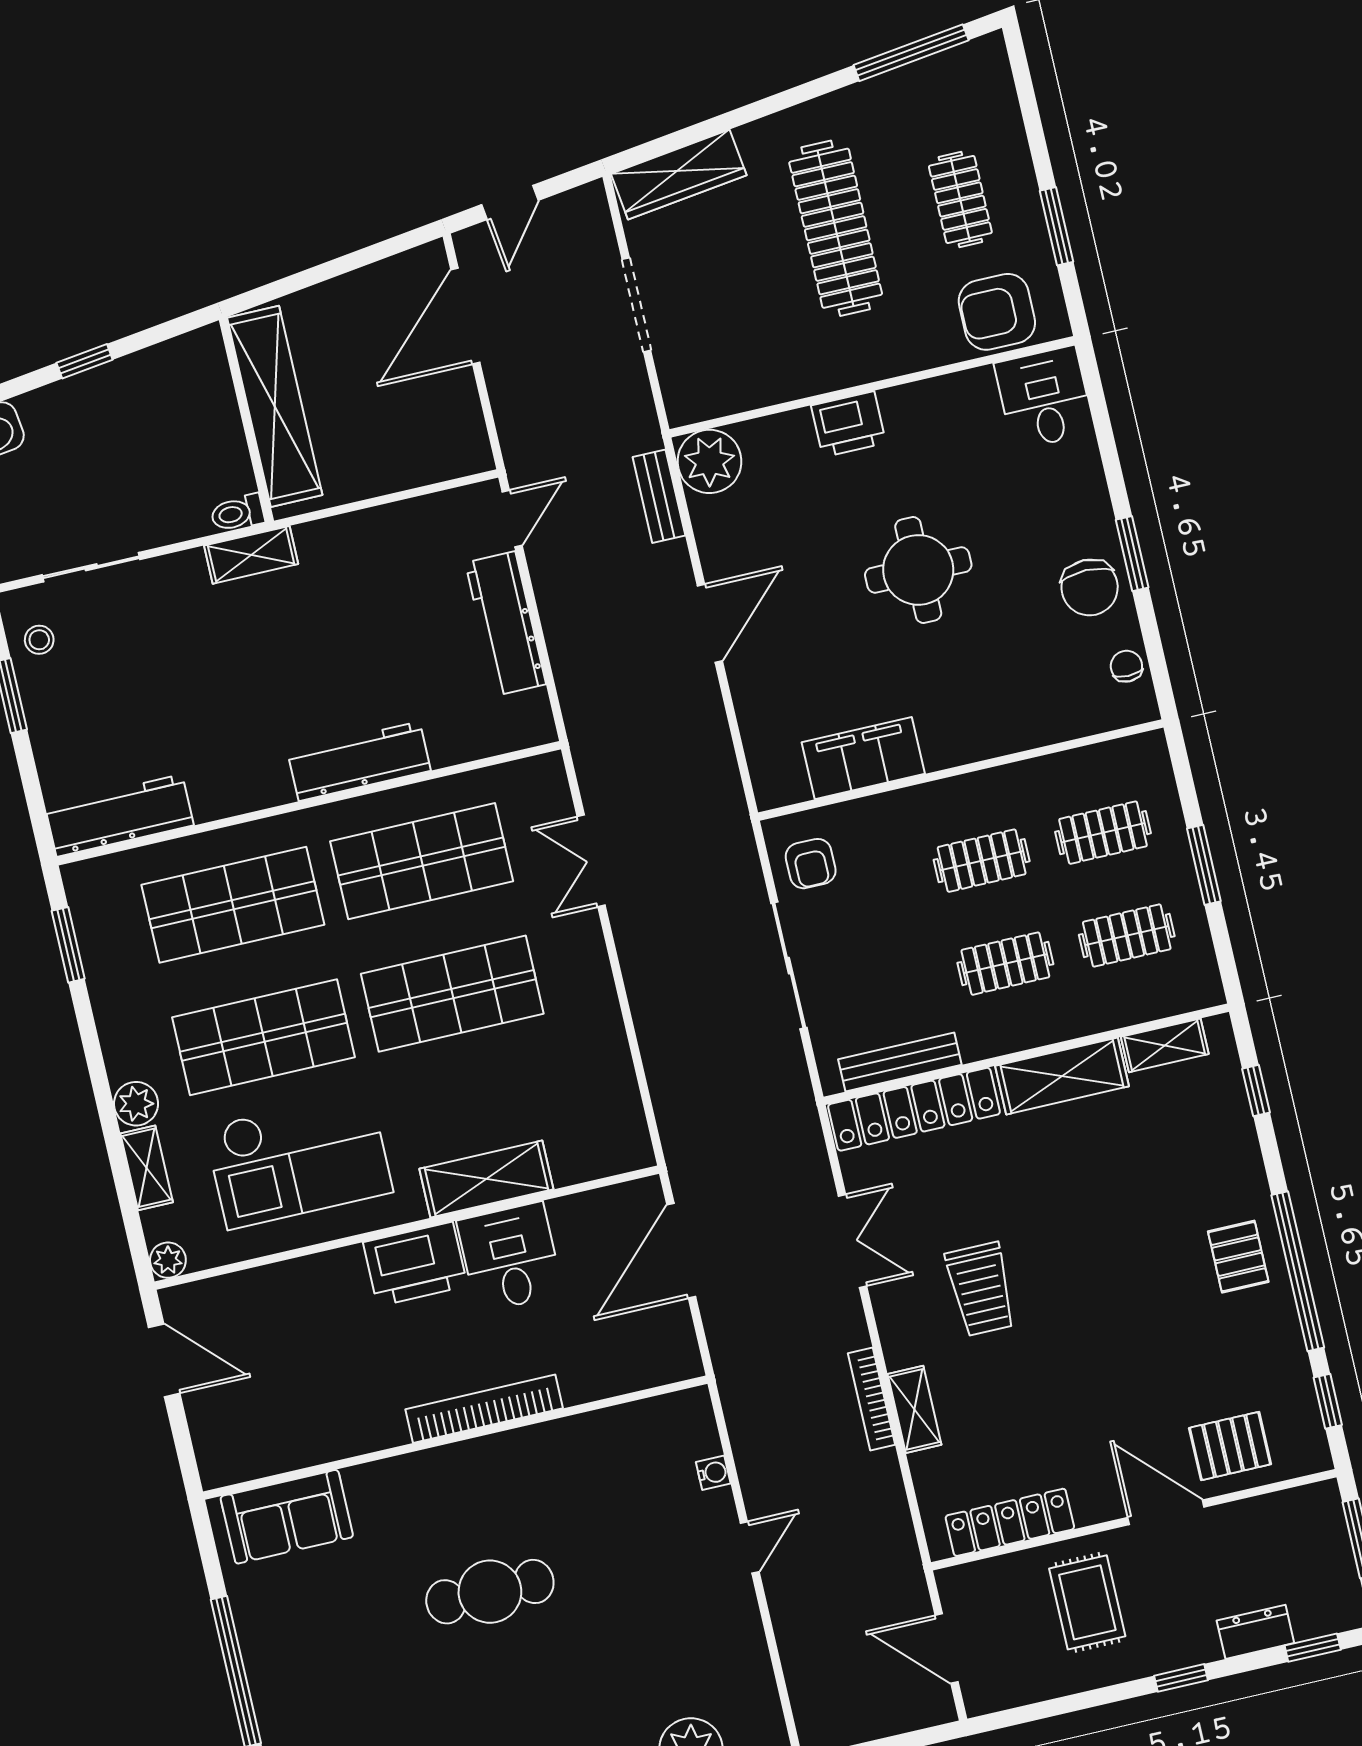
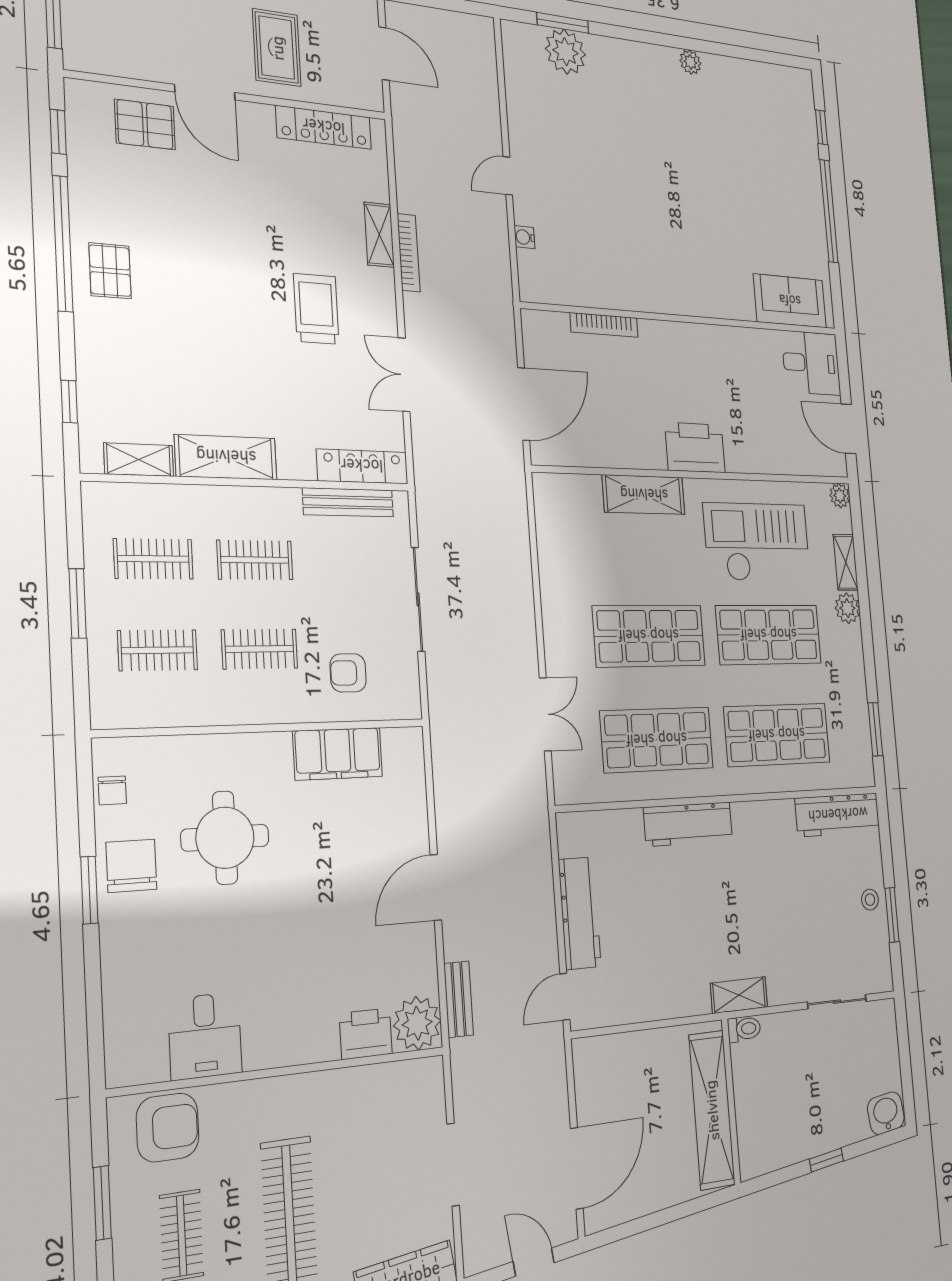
door: (510, 202) -> (534, 1262), hinge flipped
desk: (1044, 398) -> (205, 1036), moved
printer: (849, 424) -> (366, 1034), moved
round table: (918, 570) -> (225, 838), moved
stool: (39, 640) -> (870, 900), moved
armchair: (811, 864) -> (348, 673), moved, turned -90
locker: (914, 1109) -> (362, 466), width x0.71, depth x0.83
desk: (510, 1257) -> (811, 363), moved, turned -90
bookcase: (484, 1409) -> (604, 325), moved, width x0.68, depth x0.76
cafe table: (490, 1592) -> (676, 207), removed

